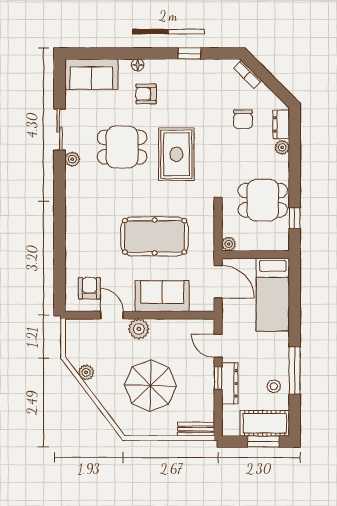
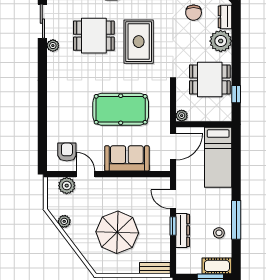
plant: (282, 147) -> (221, 41), width x1.88, depth x1.88
door: (218, 282) -> (173, 147), hinge flipped
plant: (139, 329) -> (67, 186), moved
cot: (265, 423) -> (217, 266), width x0.73, depth x0.75

